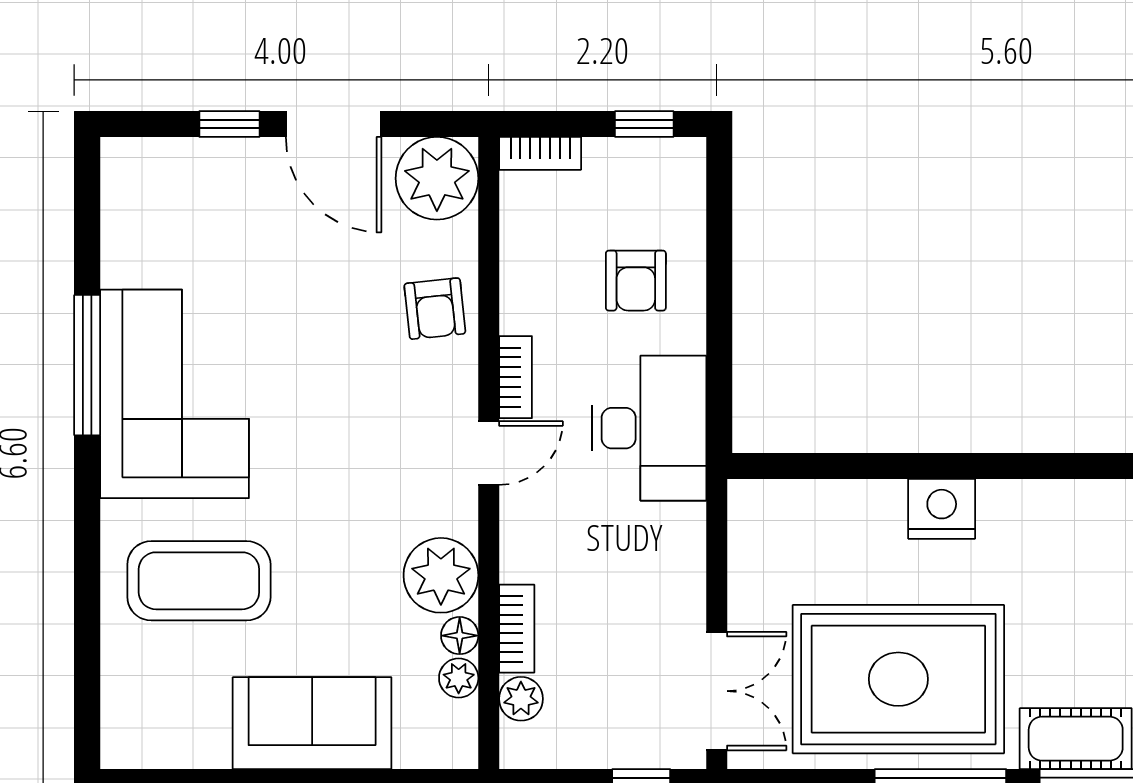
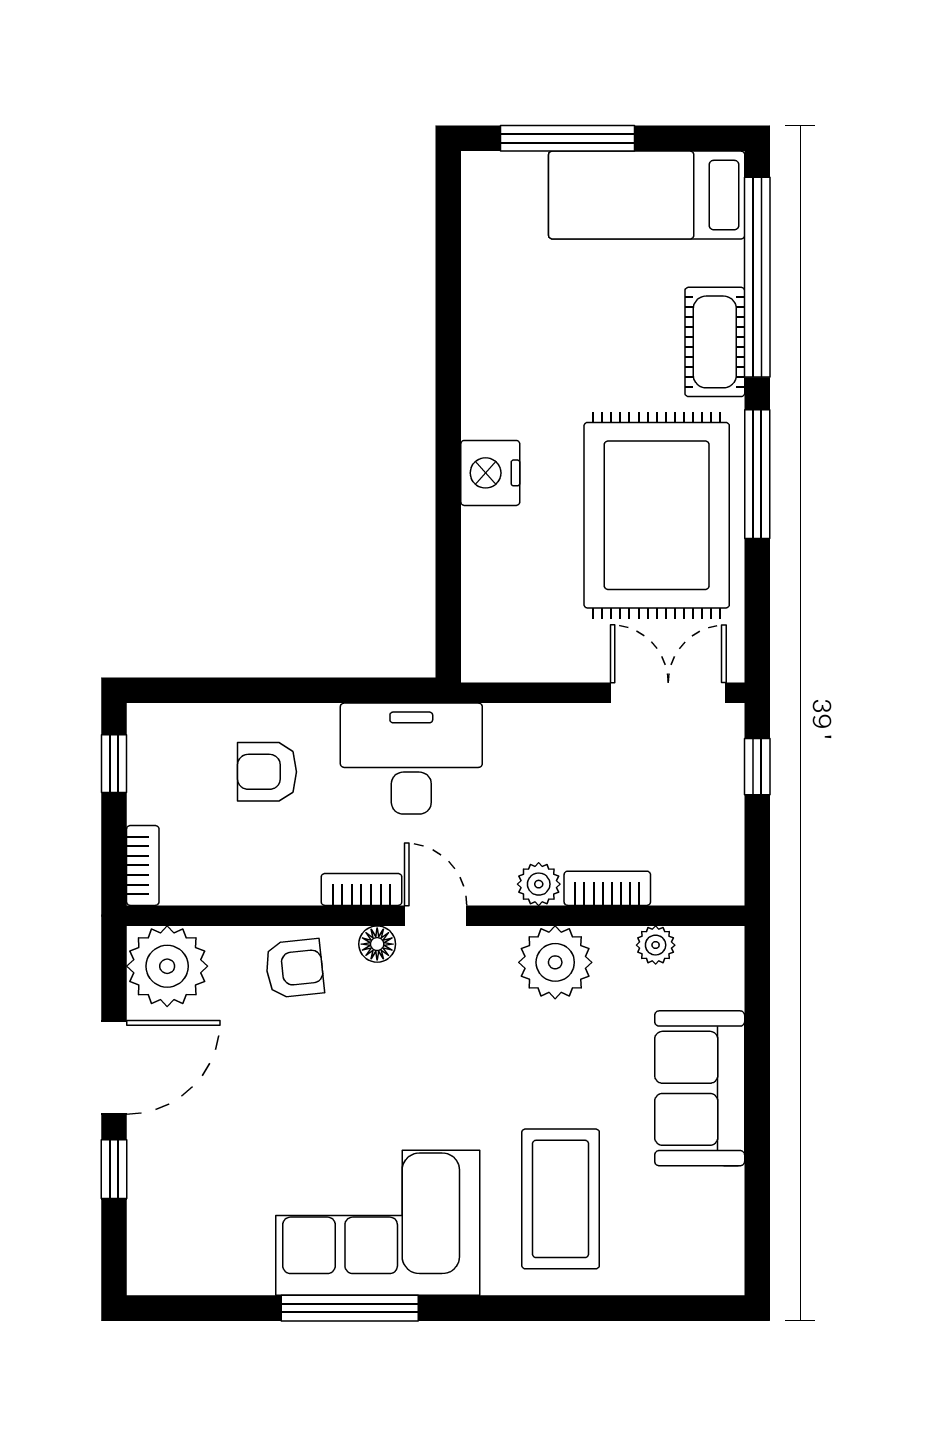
armchair: (636, 281) -> (267, 772), turned 180
floor lamp: (460, 636) -> (377, 944), moved
plant: (521, 699) -> (539, 884), moved

